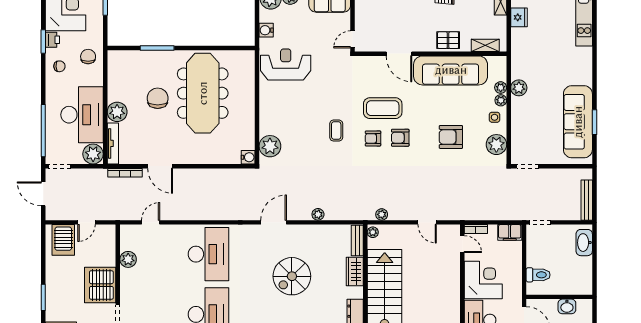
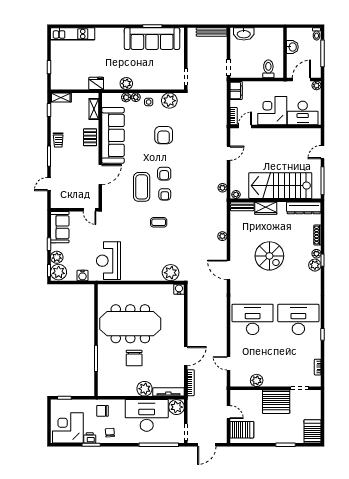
fridge: (519, 17) -> (96, 83), moved
chair: (158, 98) -> (134, 358), turned -90

